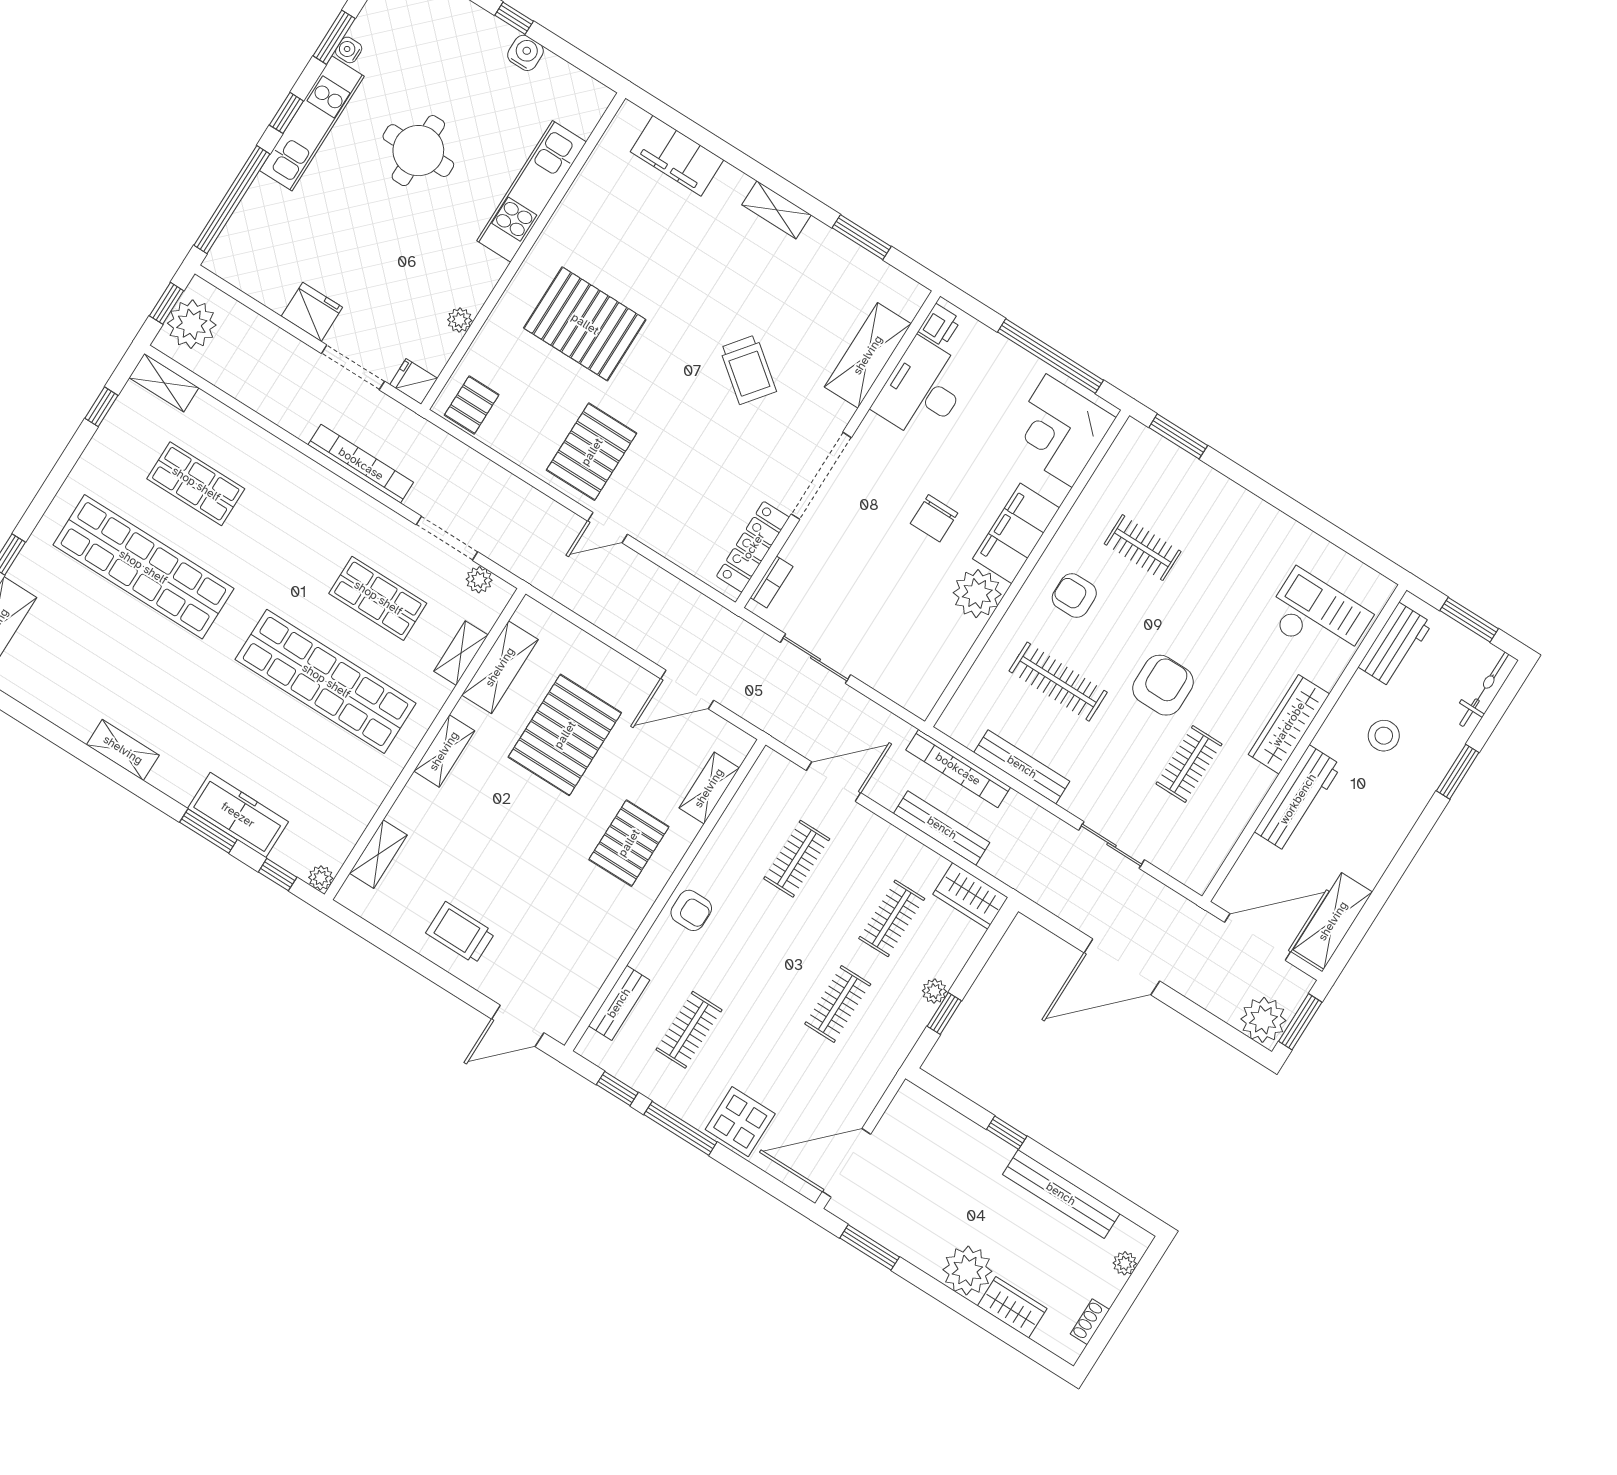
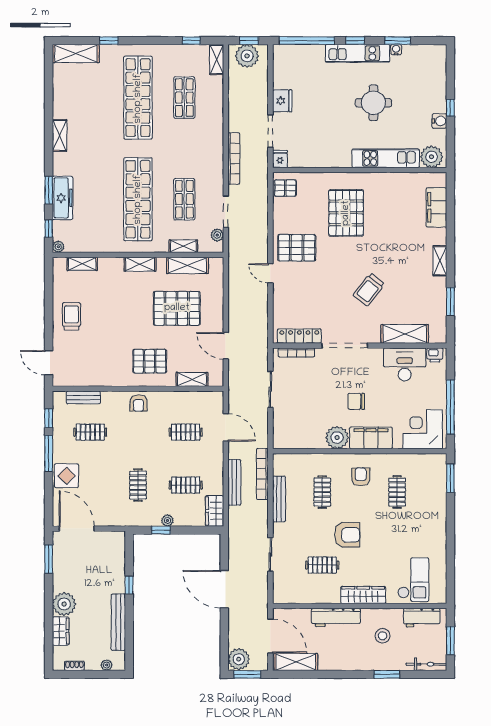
plant: (460, 320) -> (431, 157), moved, width x1.88, depth x1.88
bookcase: (772, 582) -> (296, 352), width x1.56
clothes rail: (1058, 682) -> (322, 492), width x0.73
clothes rail: (838, 1004) -> (138, 485), turned 90

